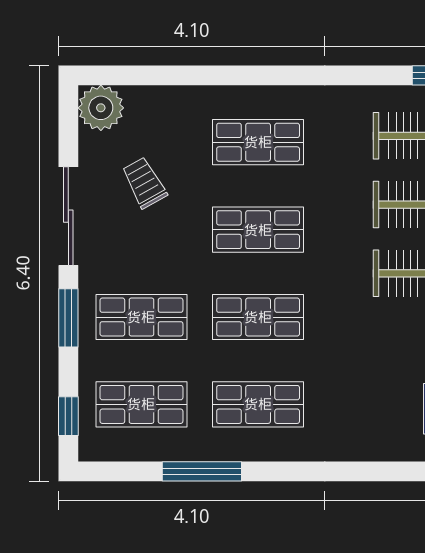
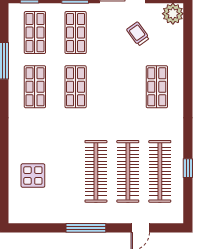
trolley: (144, 183) -> (138, 34), turned -97
shop shelf: (258, 230) -> (116, 87), removed

